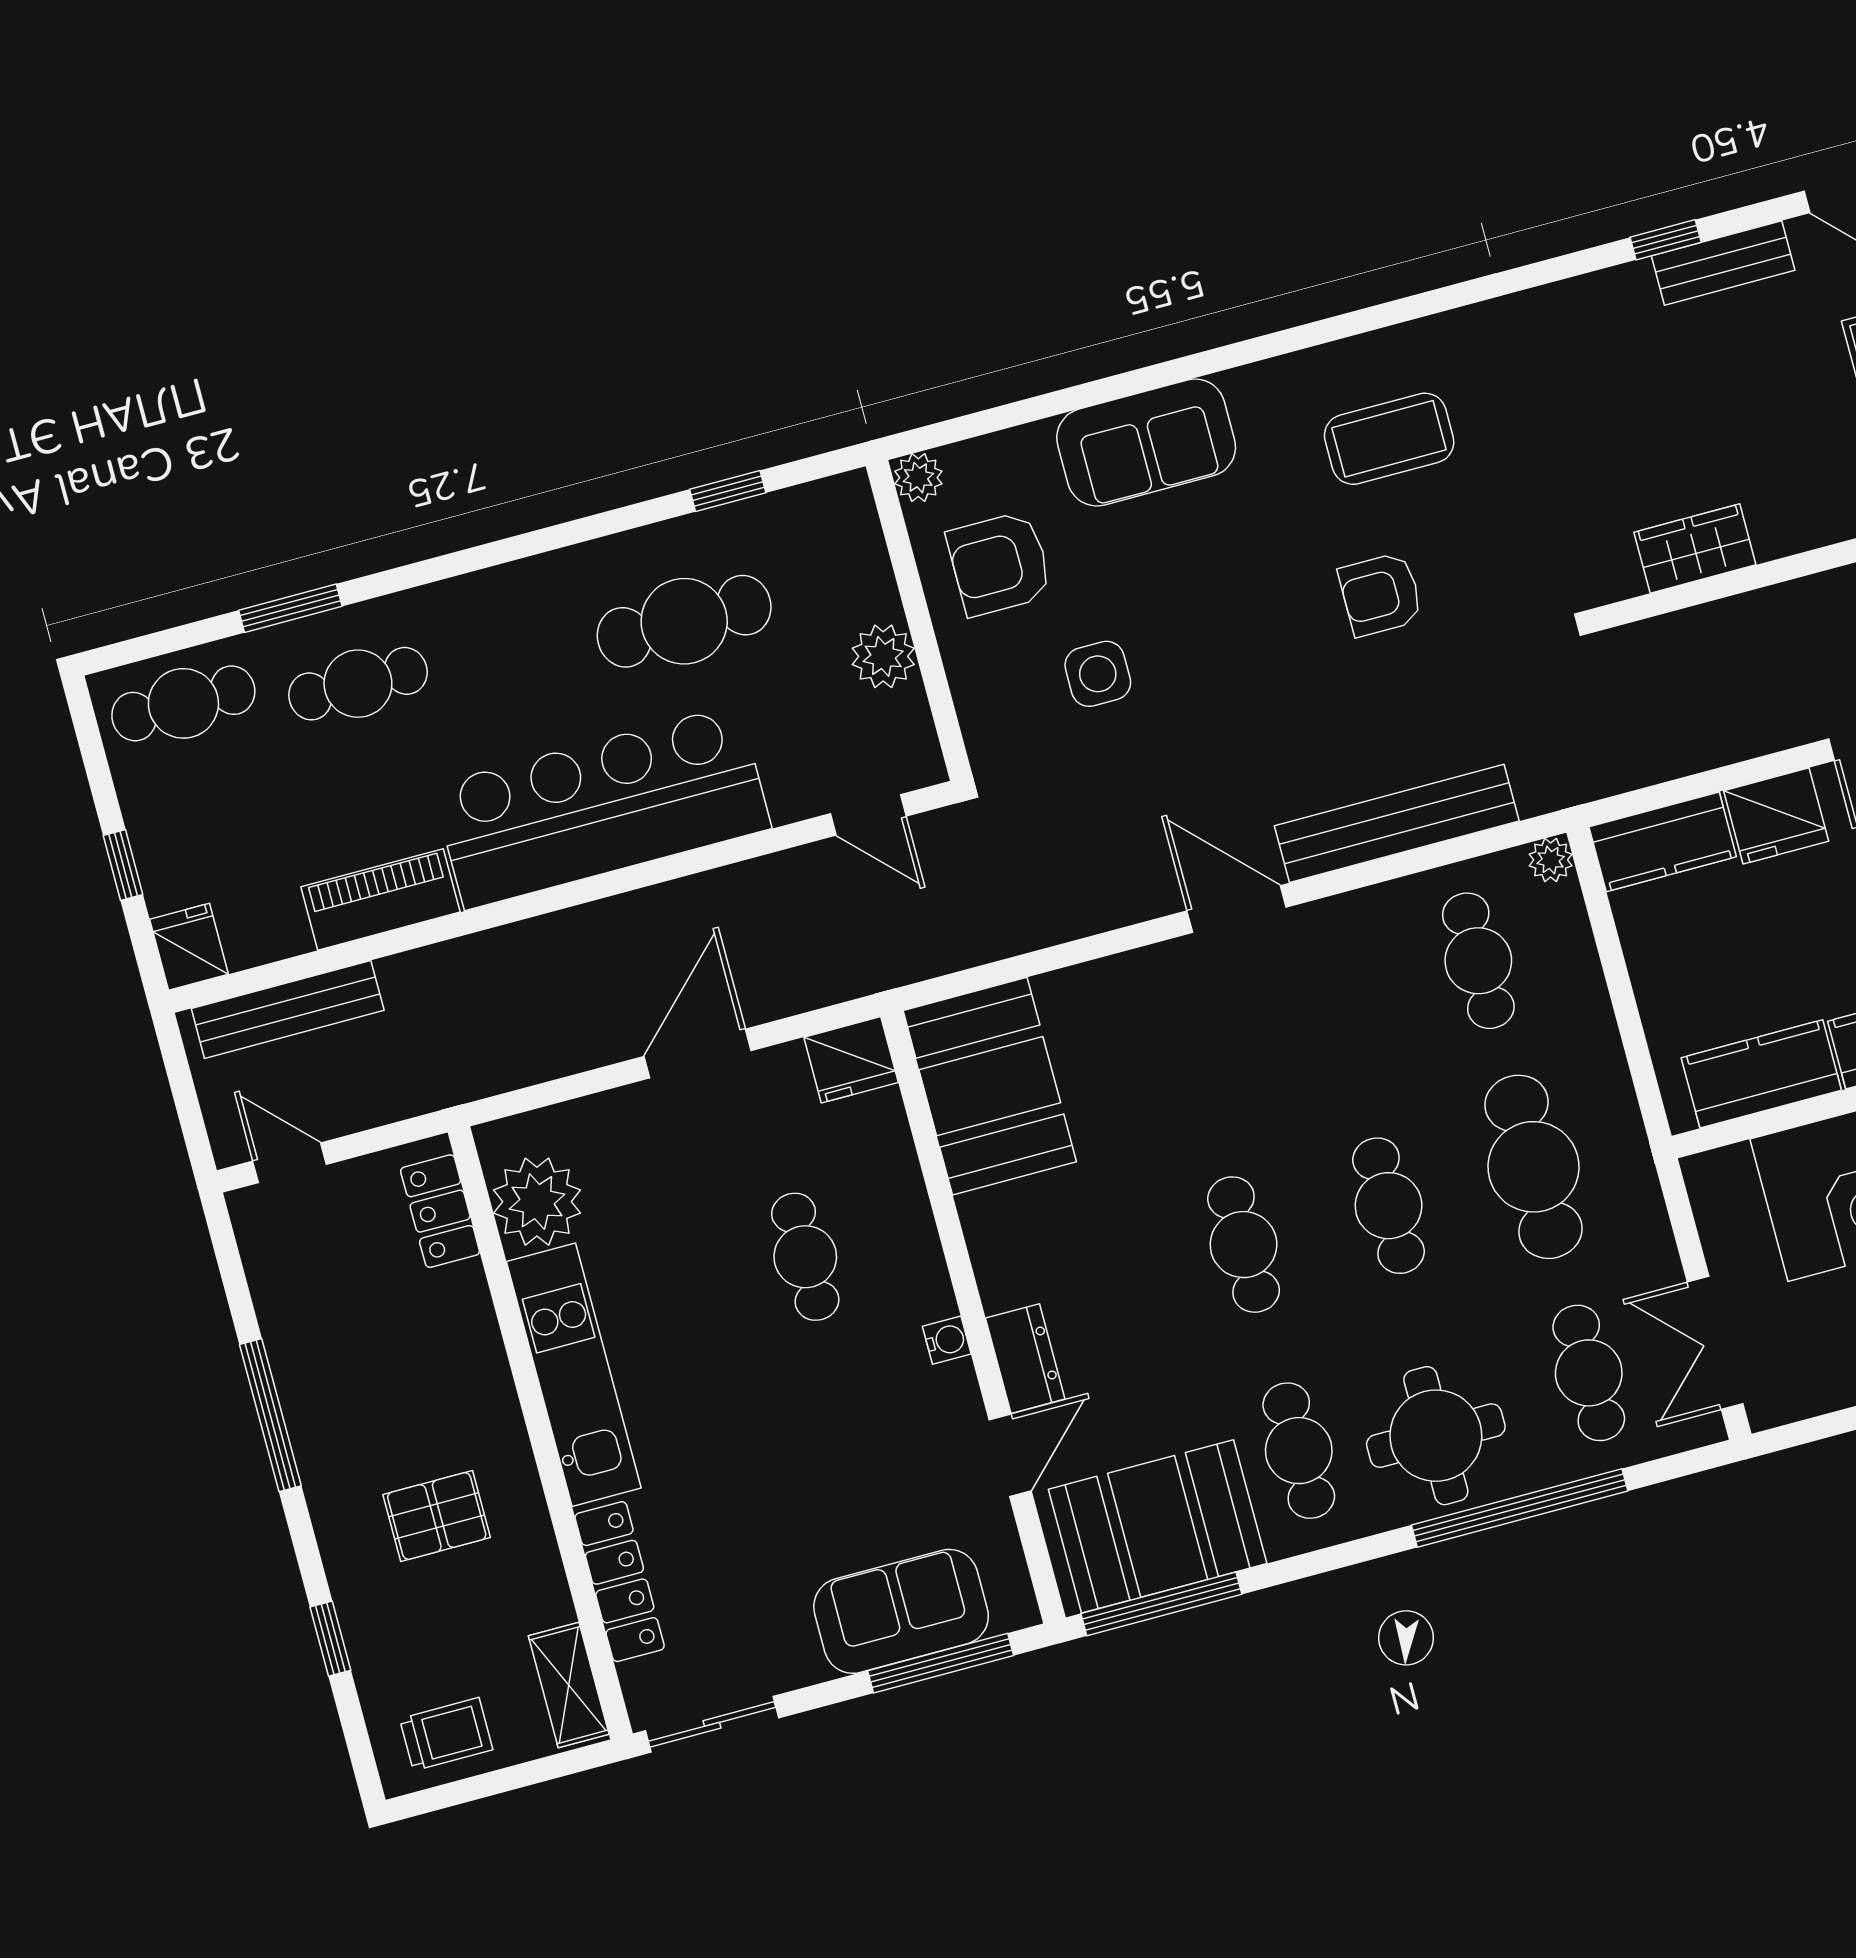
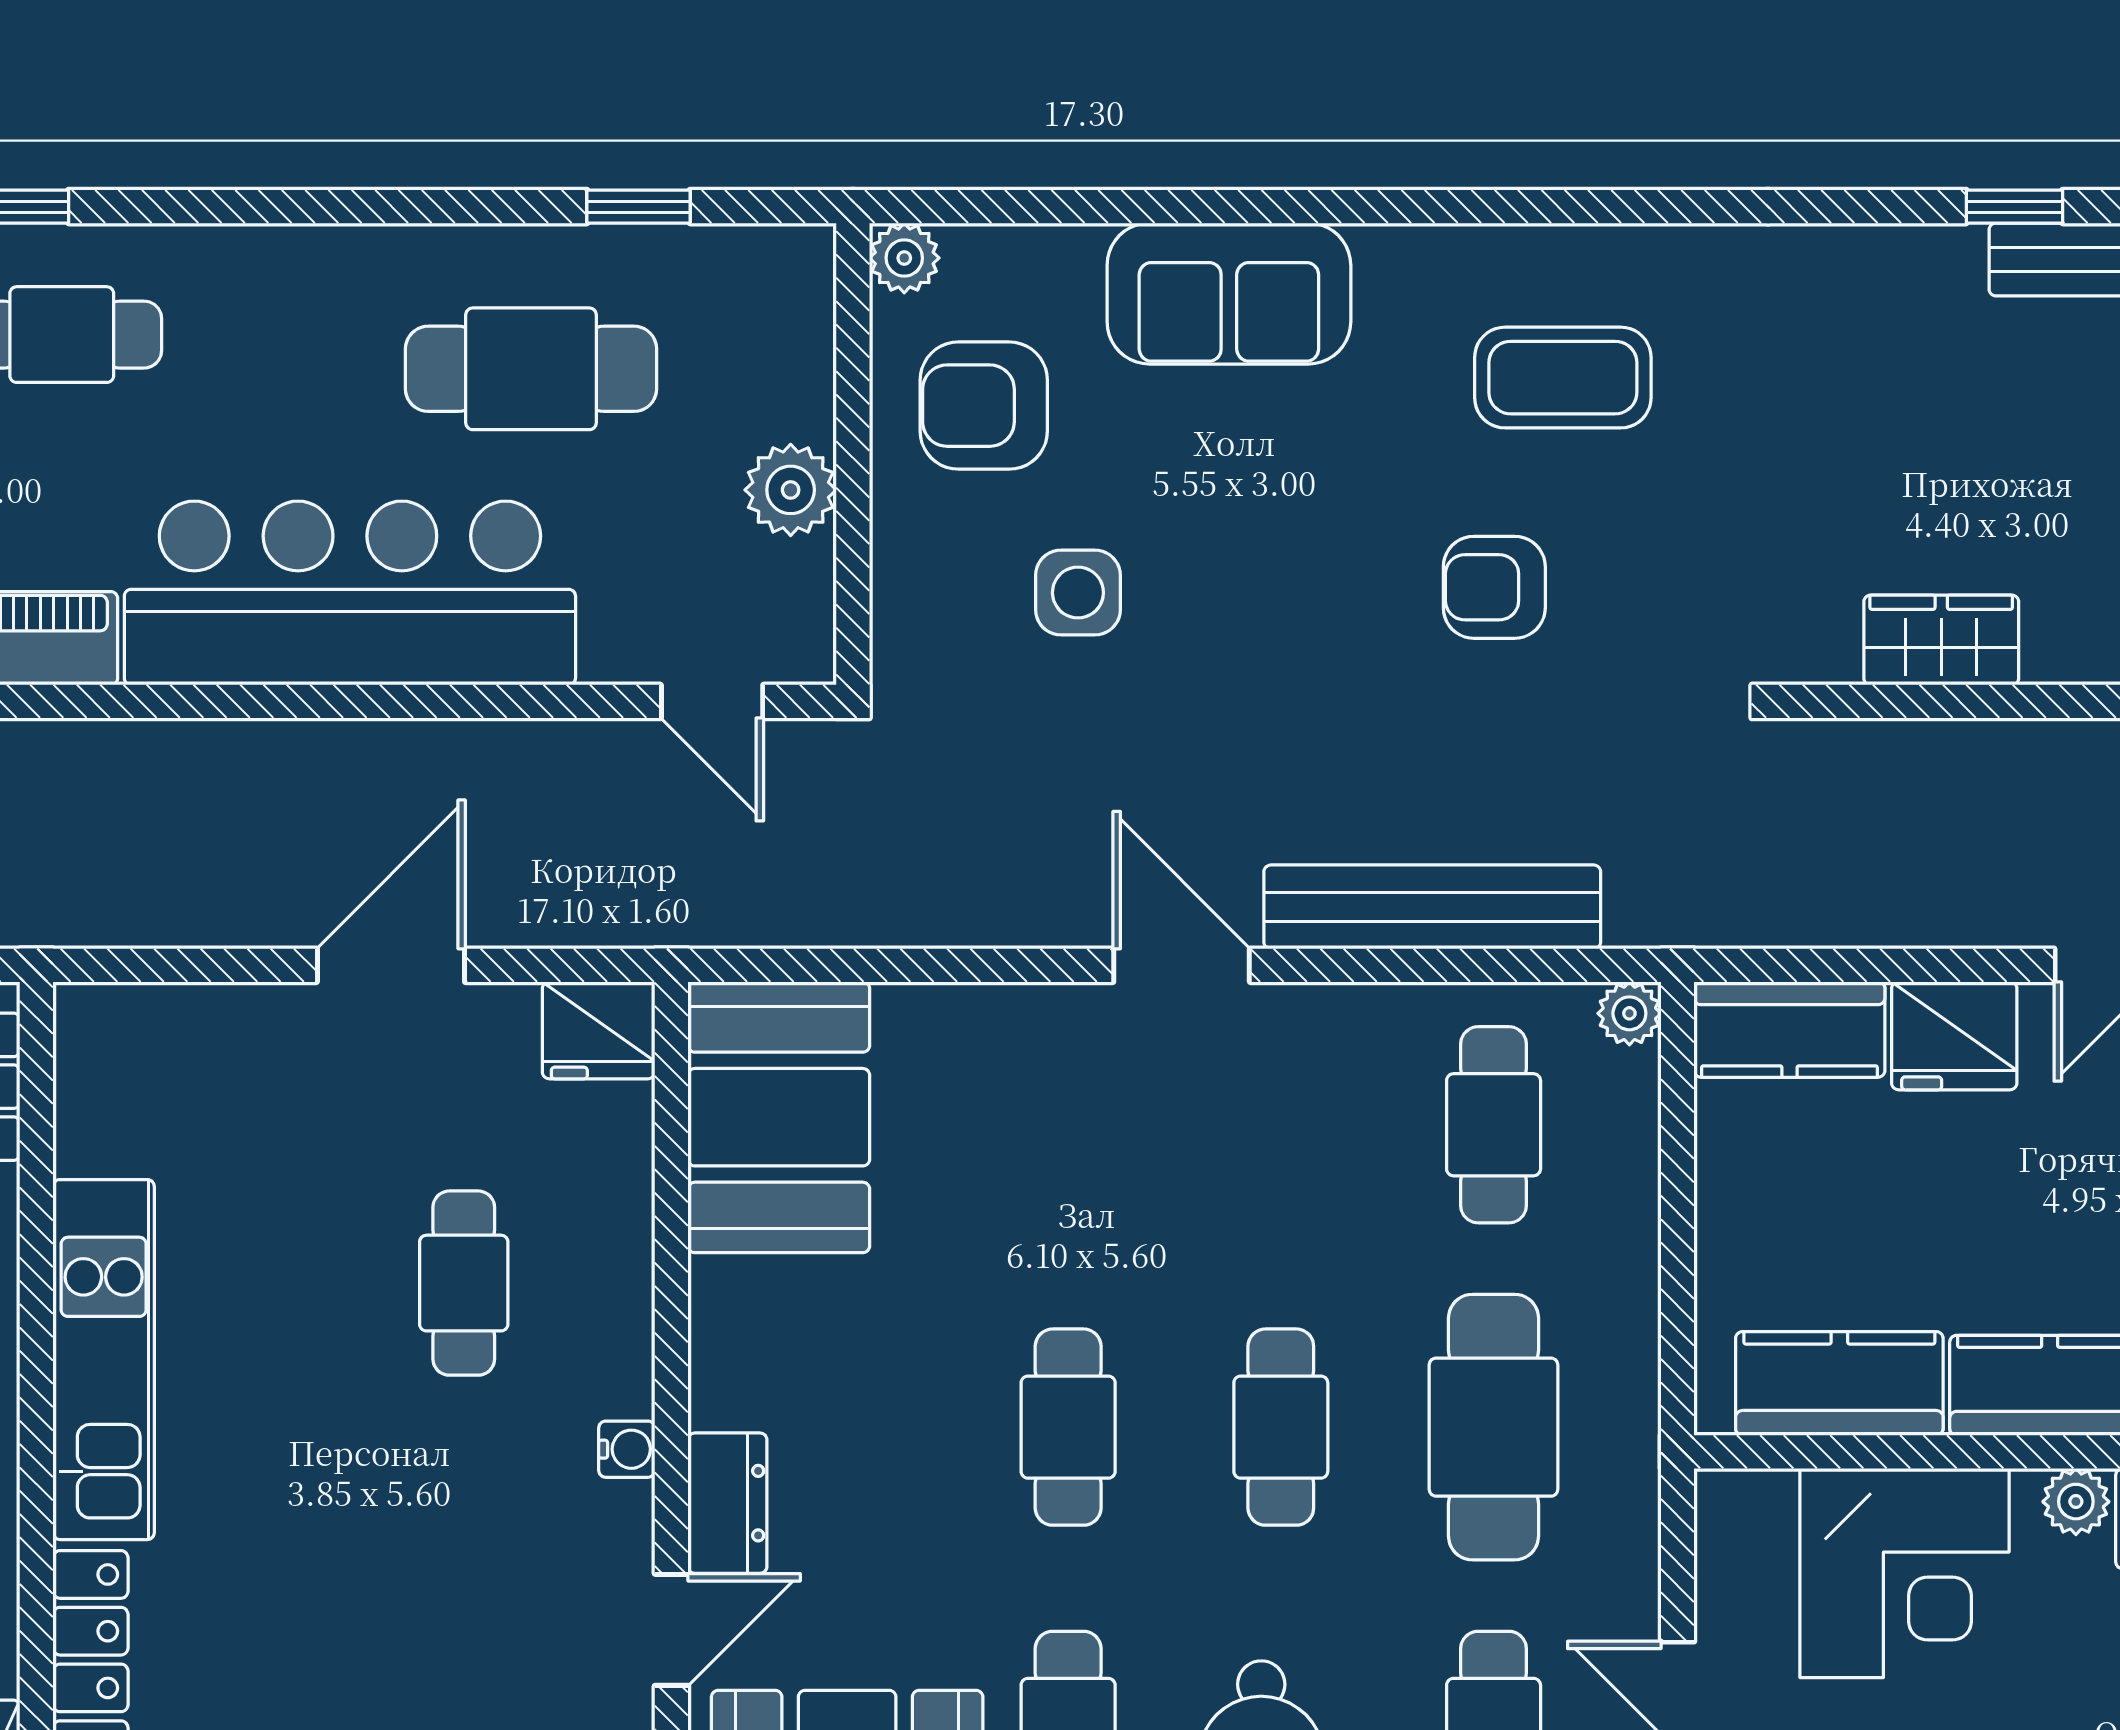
plant: (537, 1202) -> (117, 1109), removed

